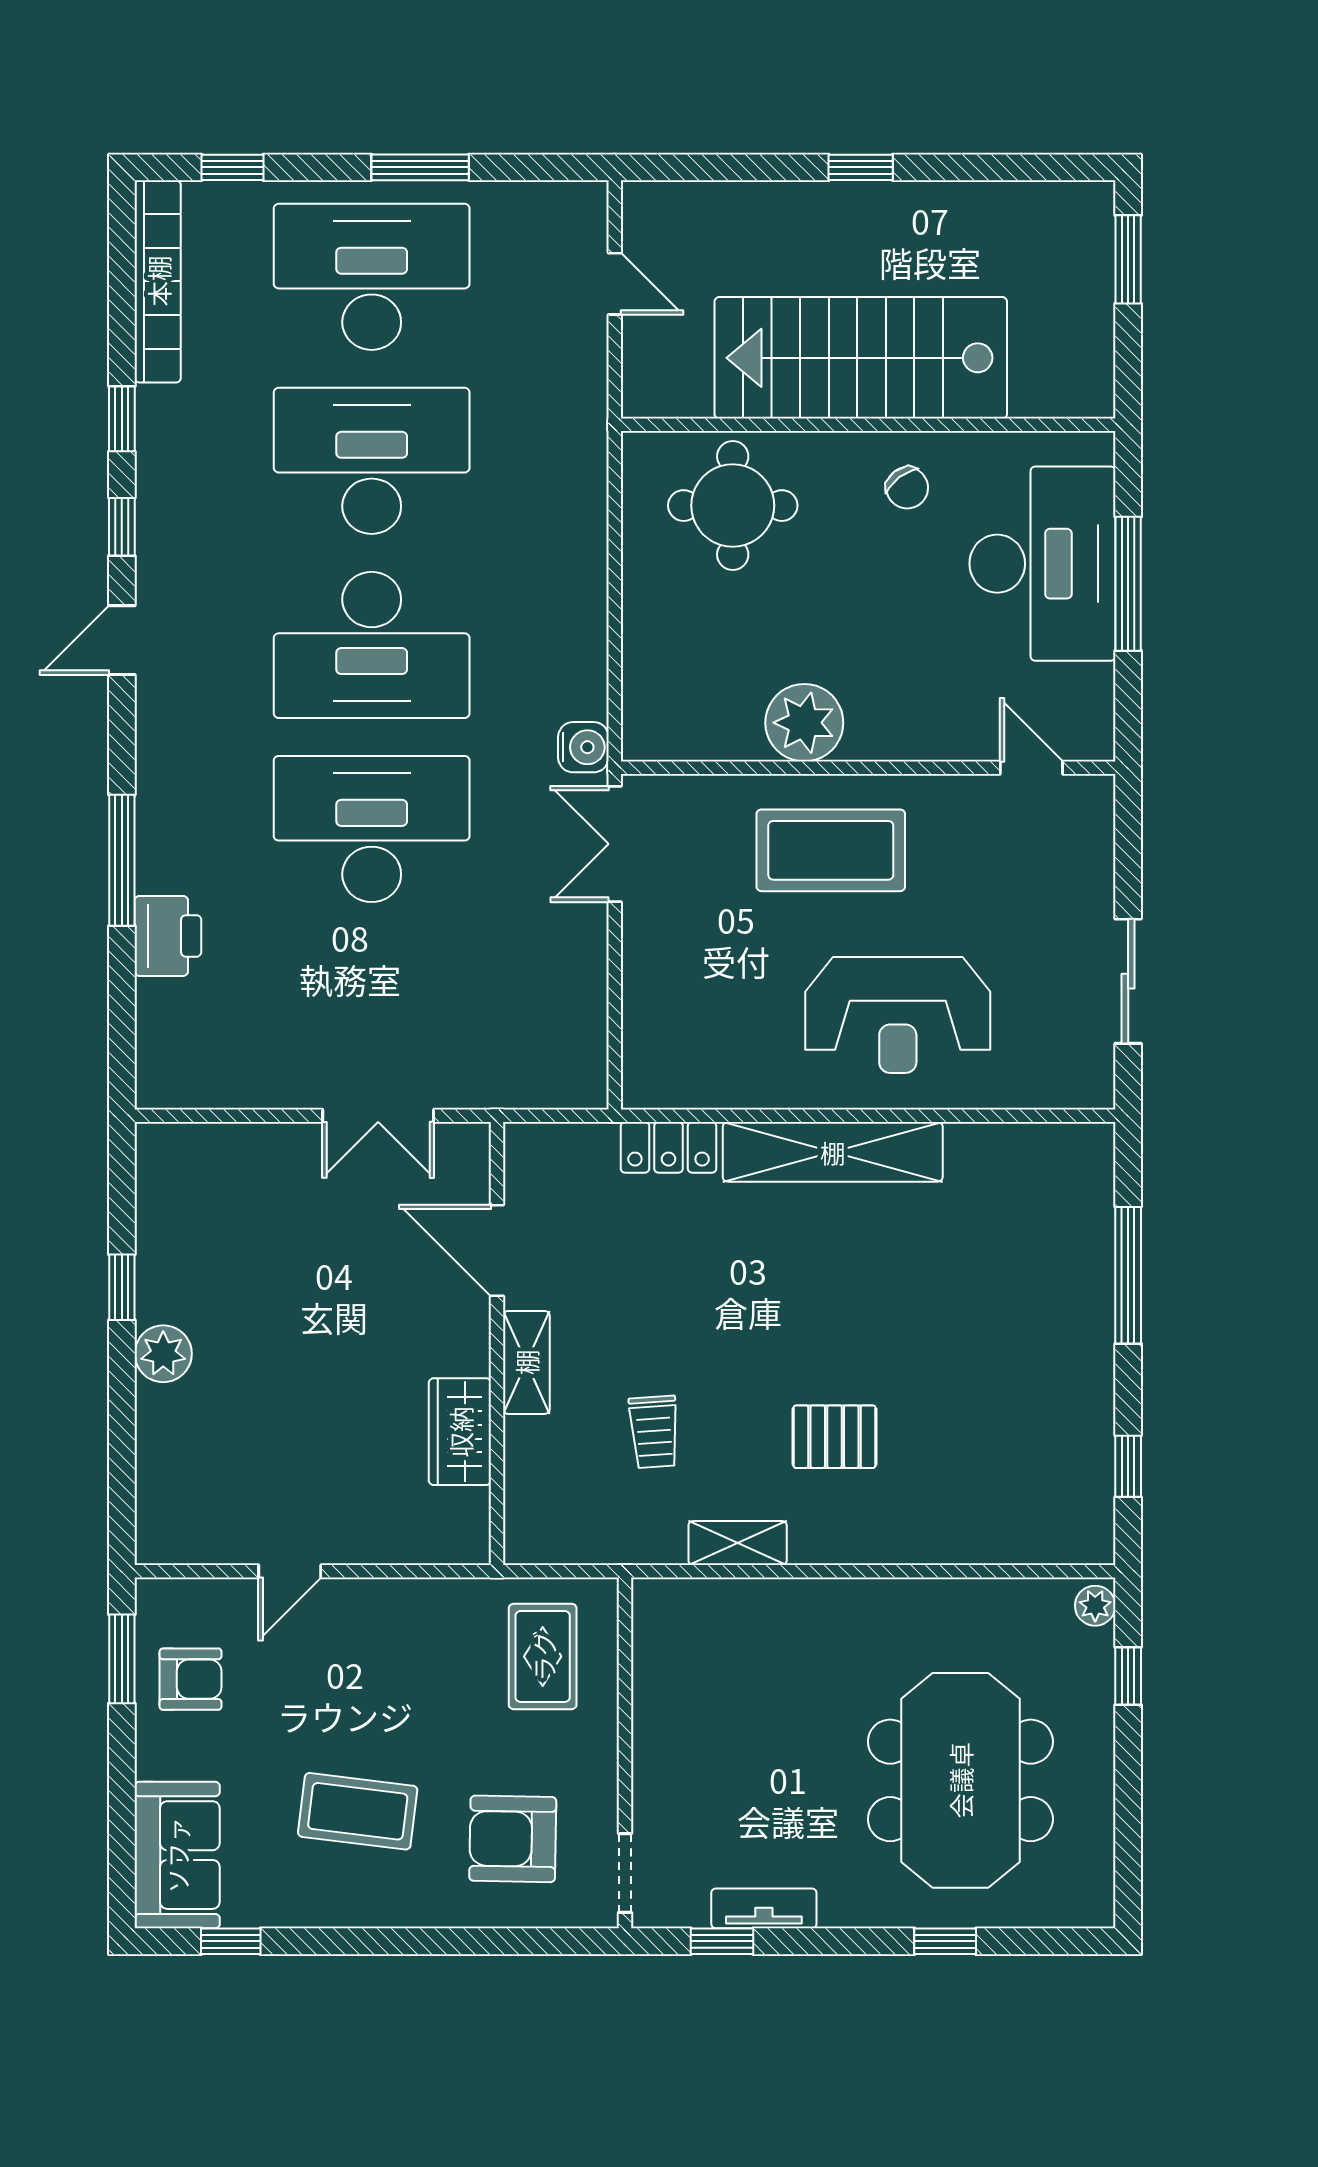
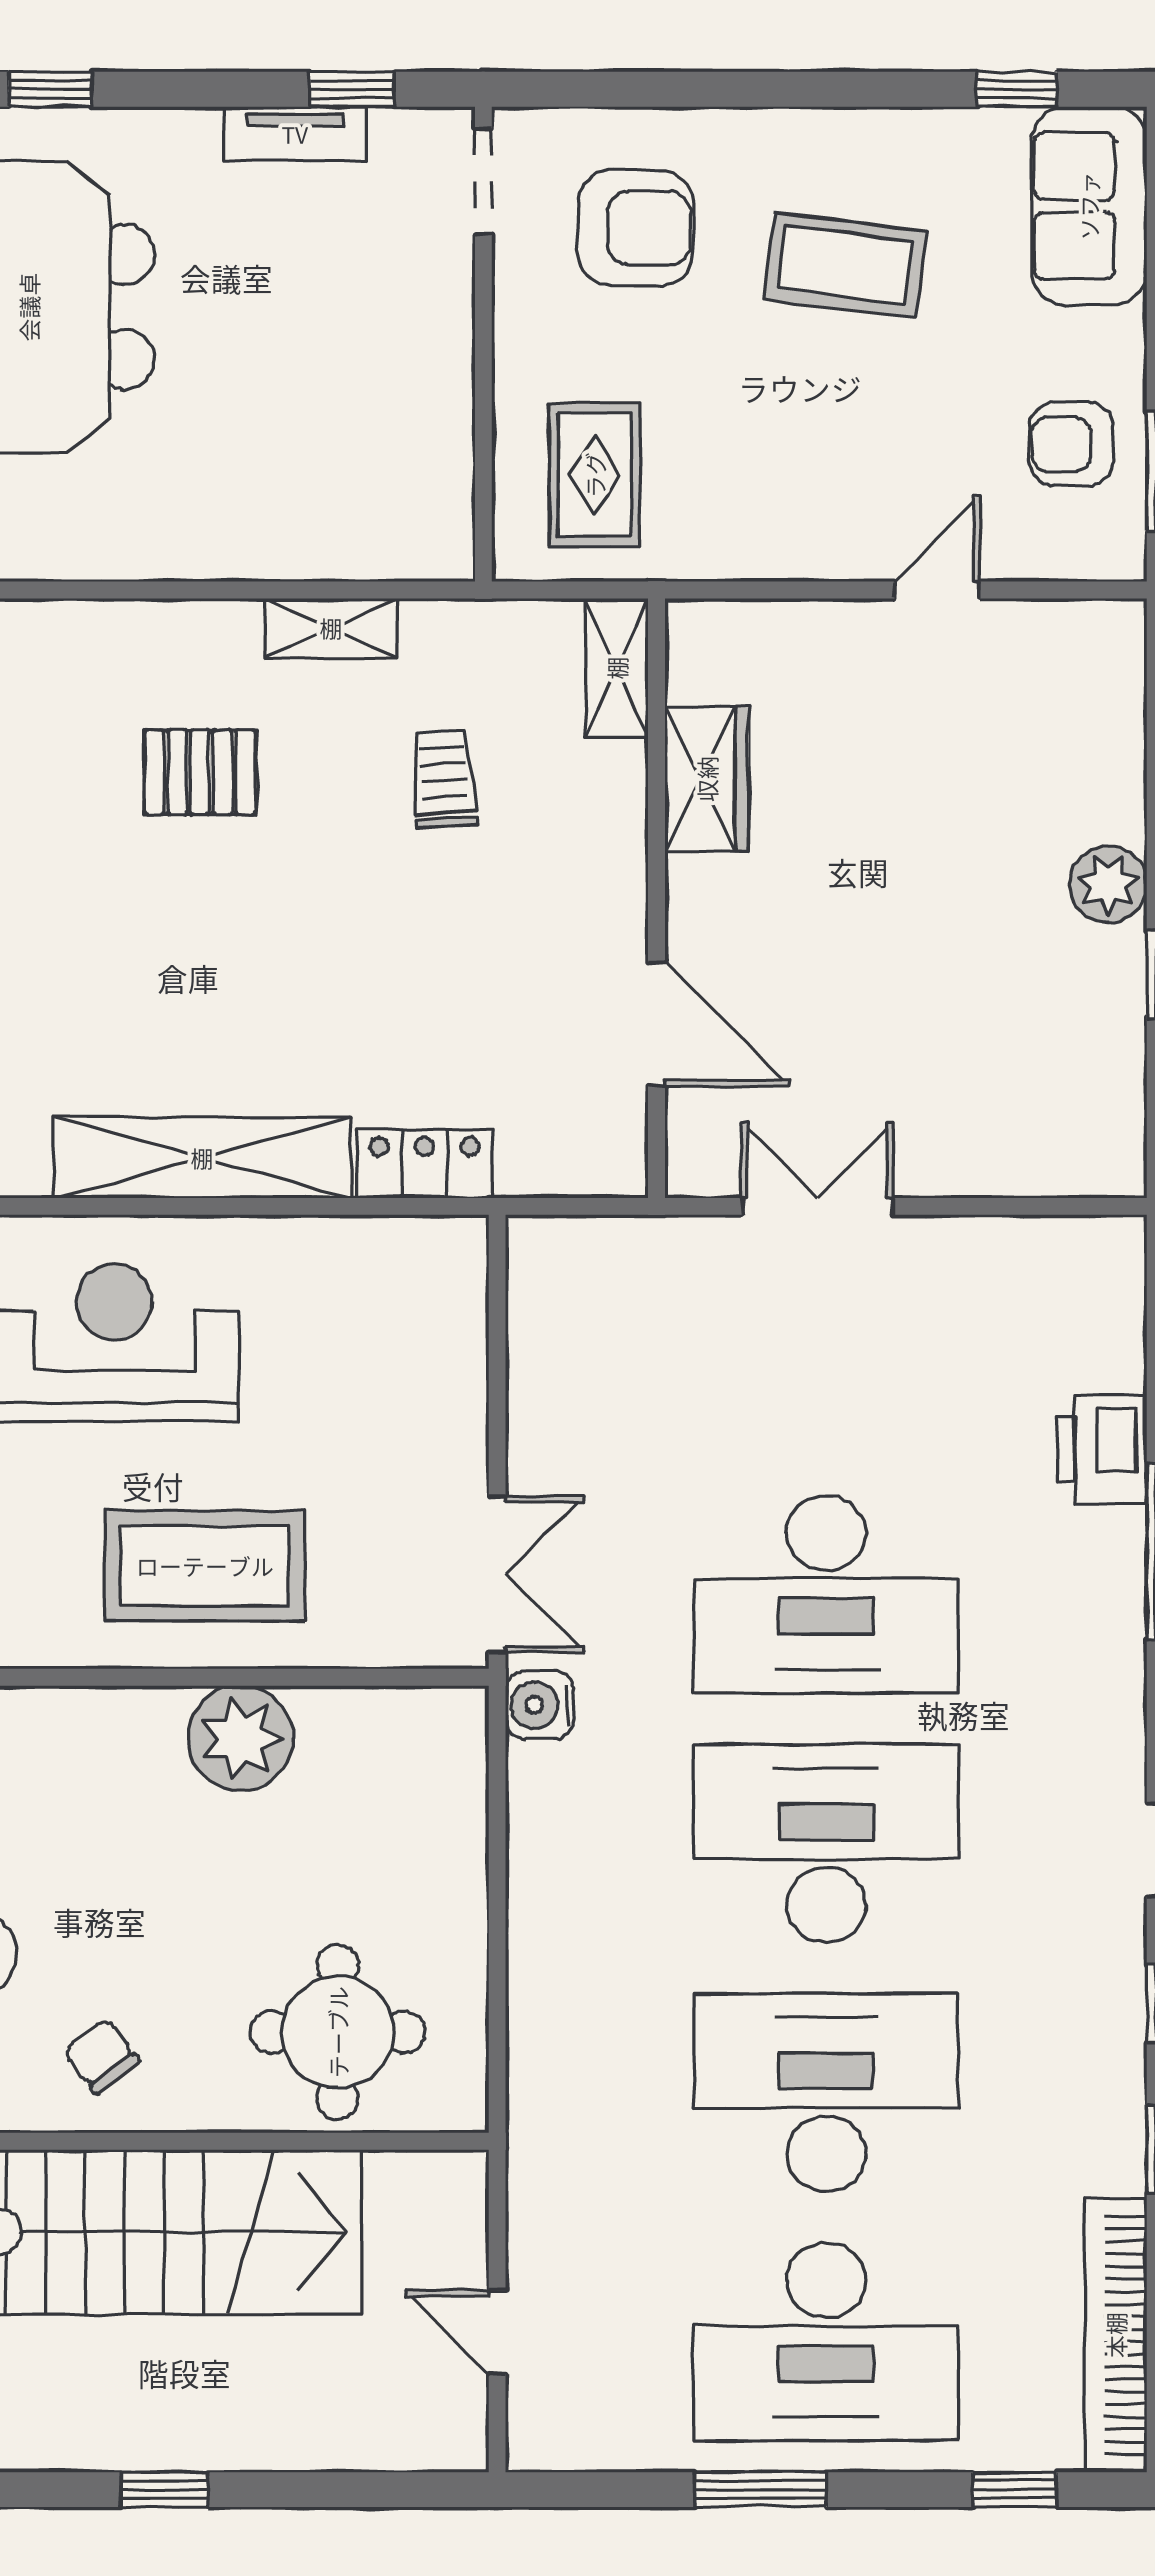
desk: (372, 461) -> (826, 2093), turned 180
shelving: (526, 1362) -> (617, 668), moved

